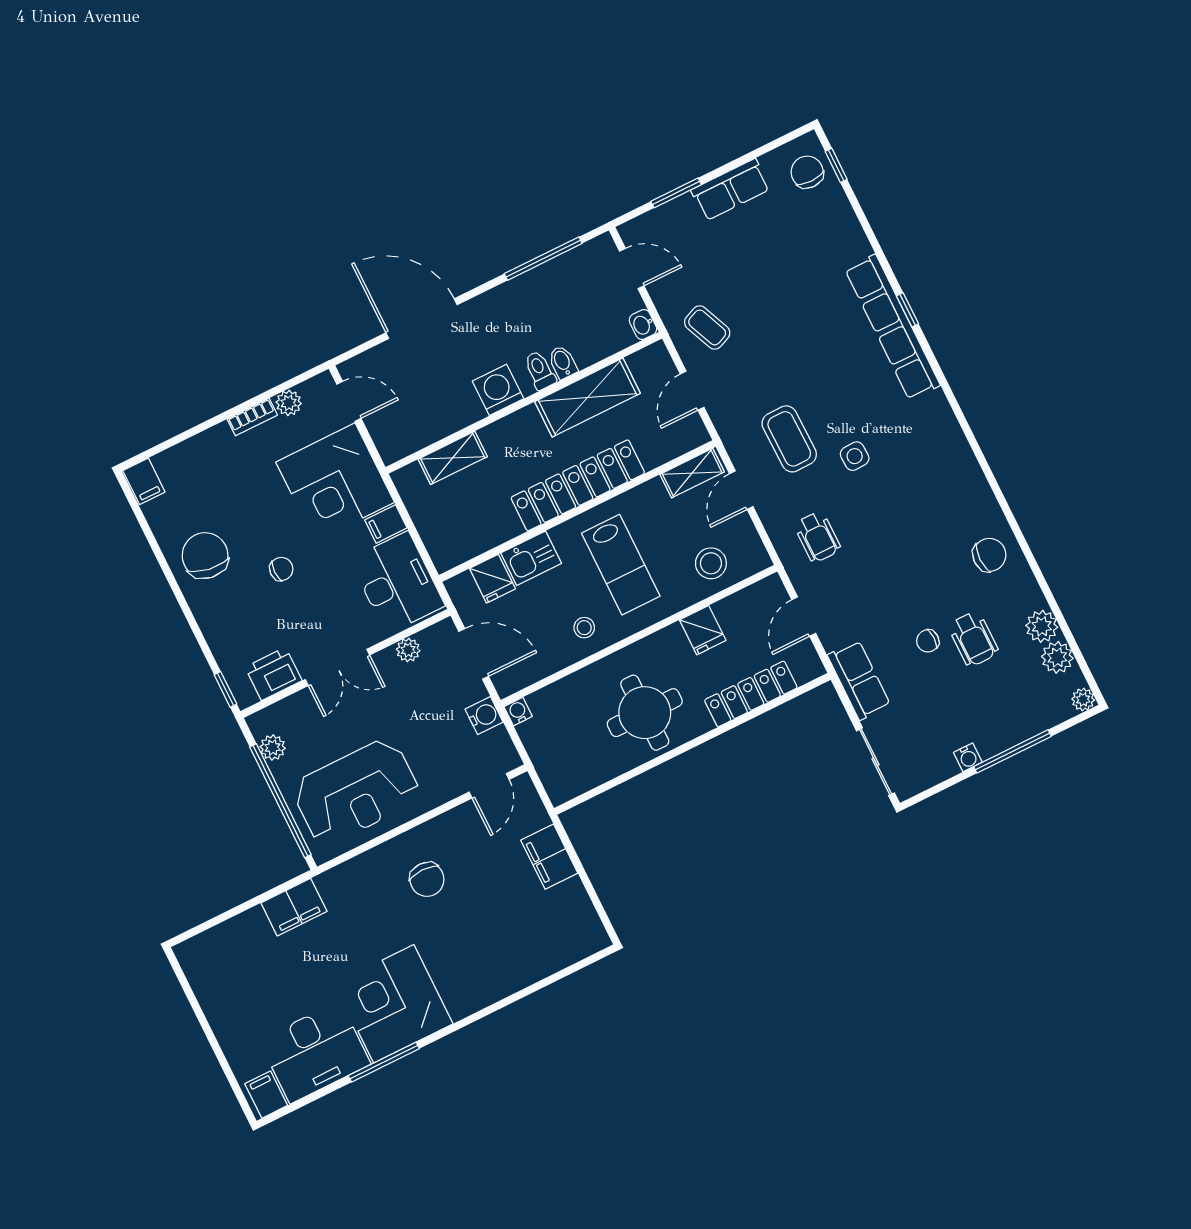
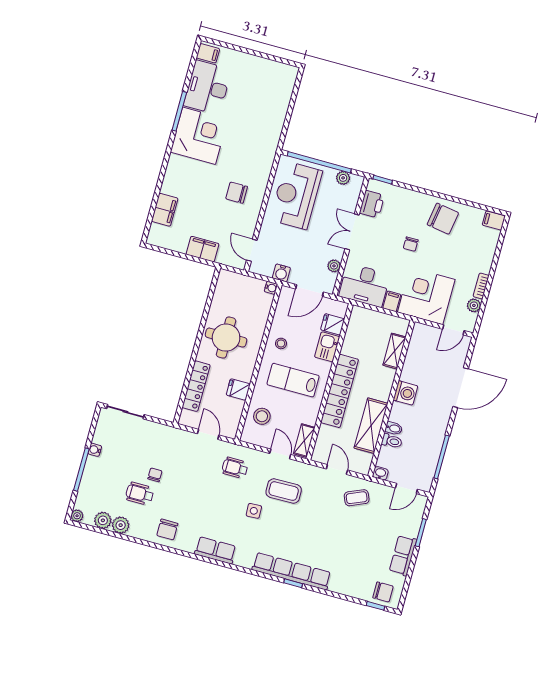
toilet: (540, 370) -> (392, 441), moved
row of seats: (859, 680) -> (215, 550), moved, turned 180
filing cabinet: (294, 907) -> (165, 210), moved, turned 180

